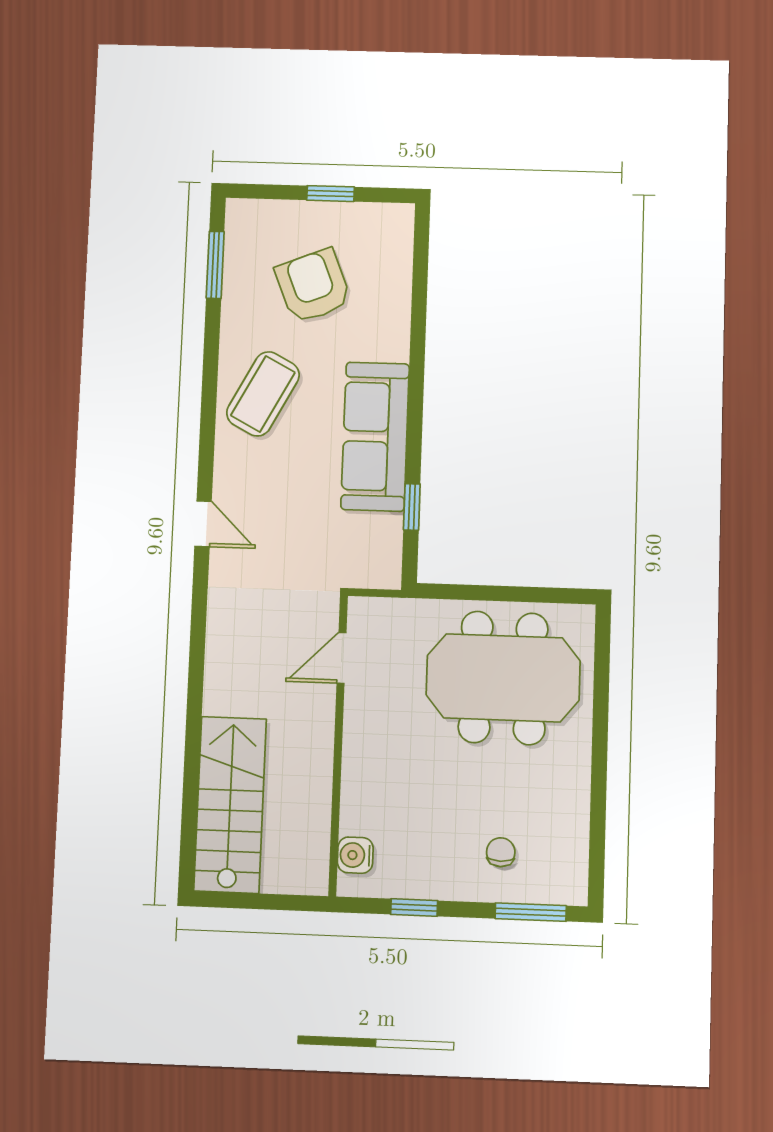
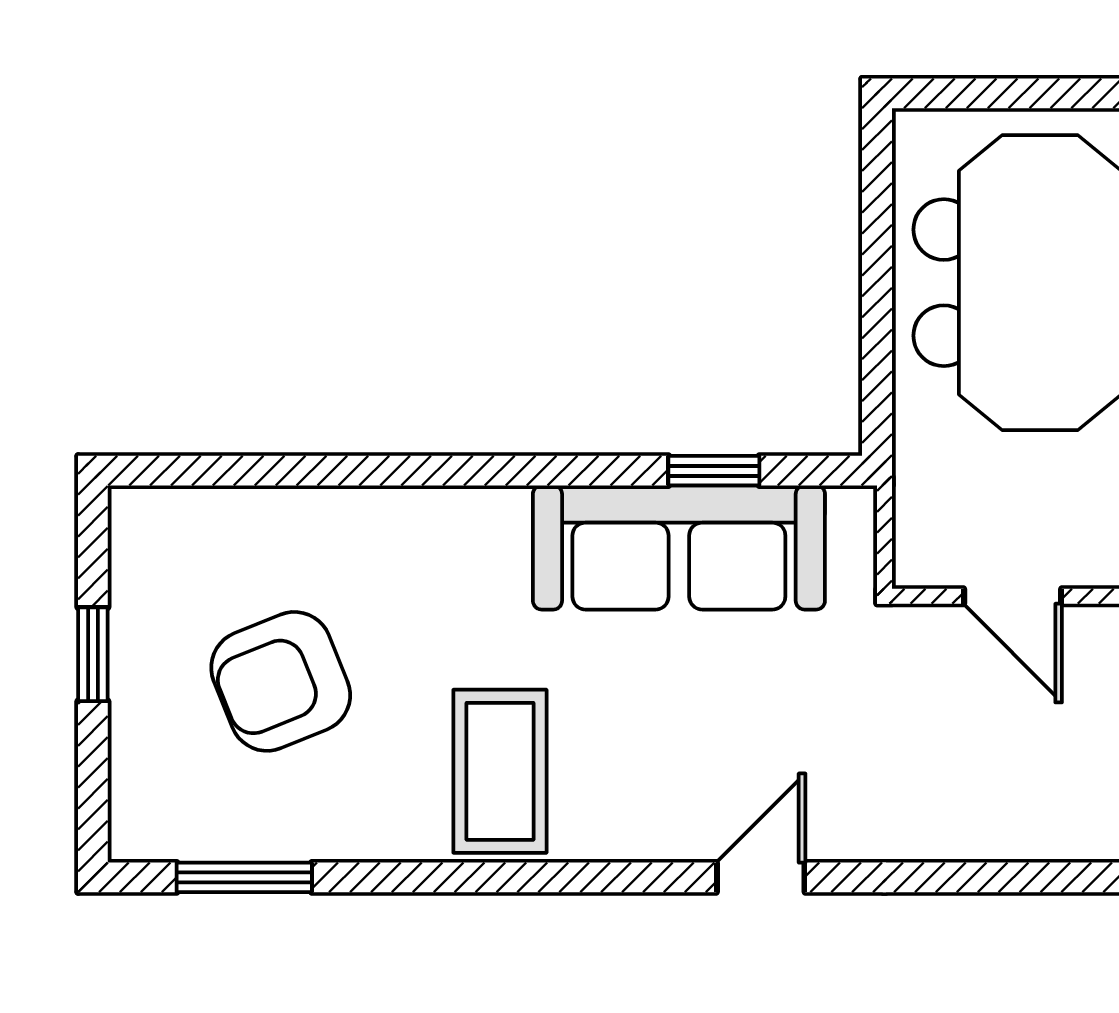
coffee table: (263, 394) -> (500, 771), turned 62
sofa: (375, 437) -> (679, 547), moved

